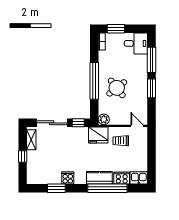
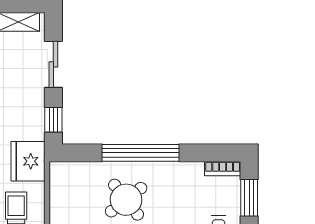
plant: (104, 119) -> (61, 173), removed
sliding door: (52, 123) -> (53, 64), width x0.73

